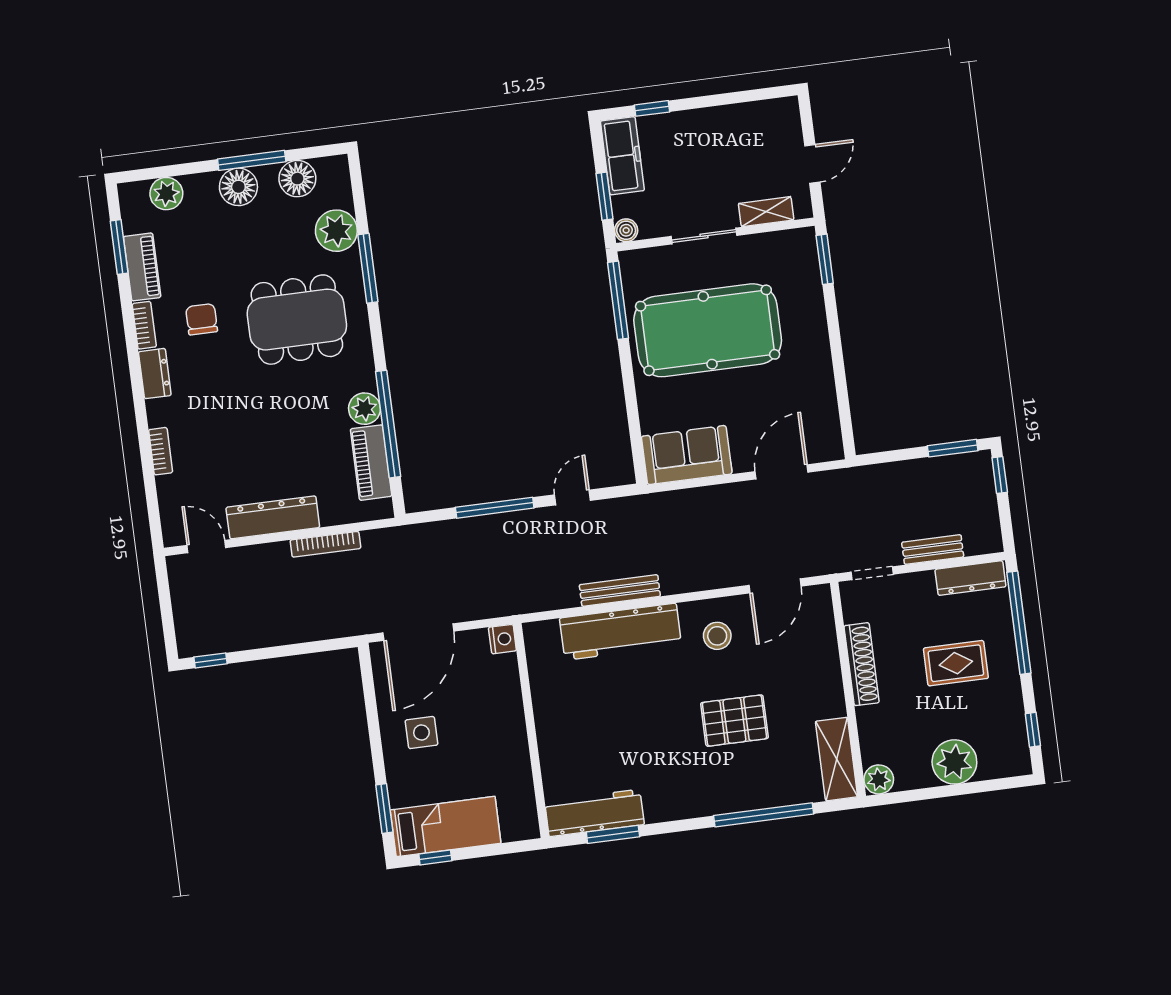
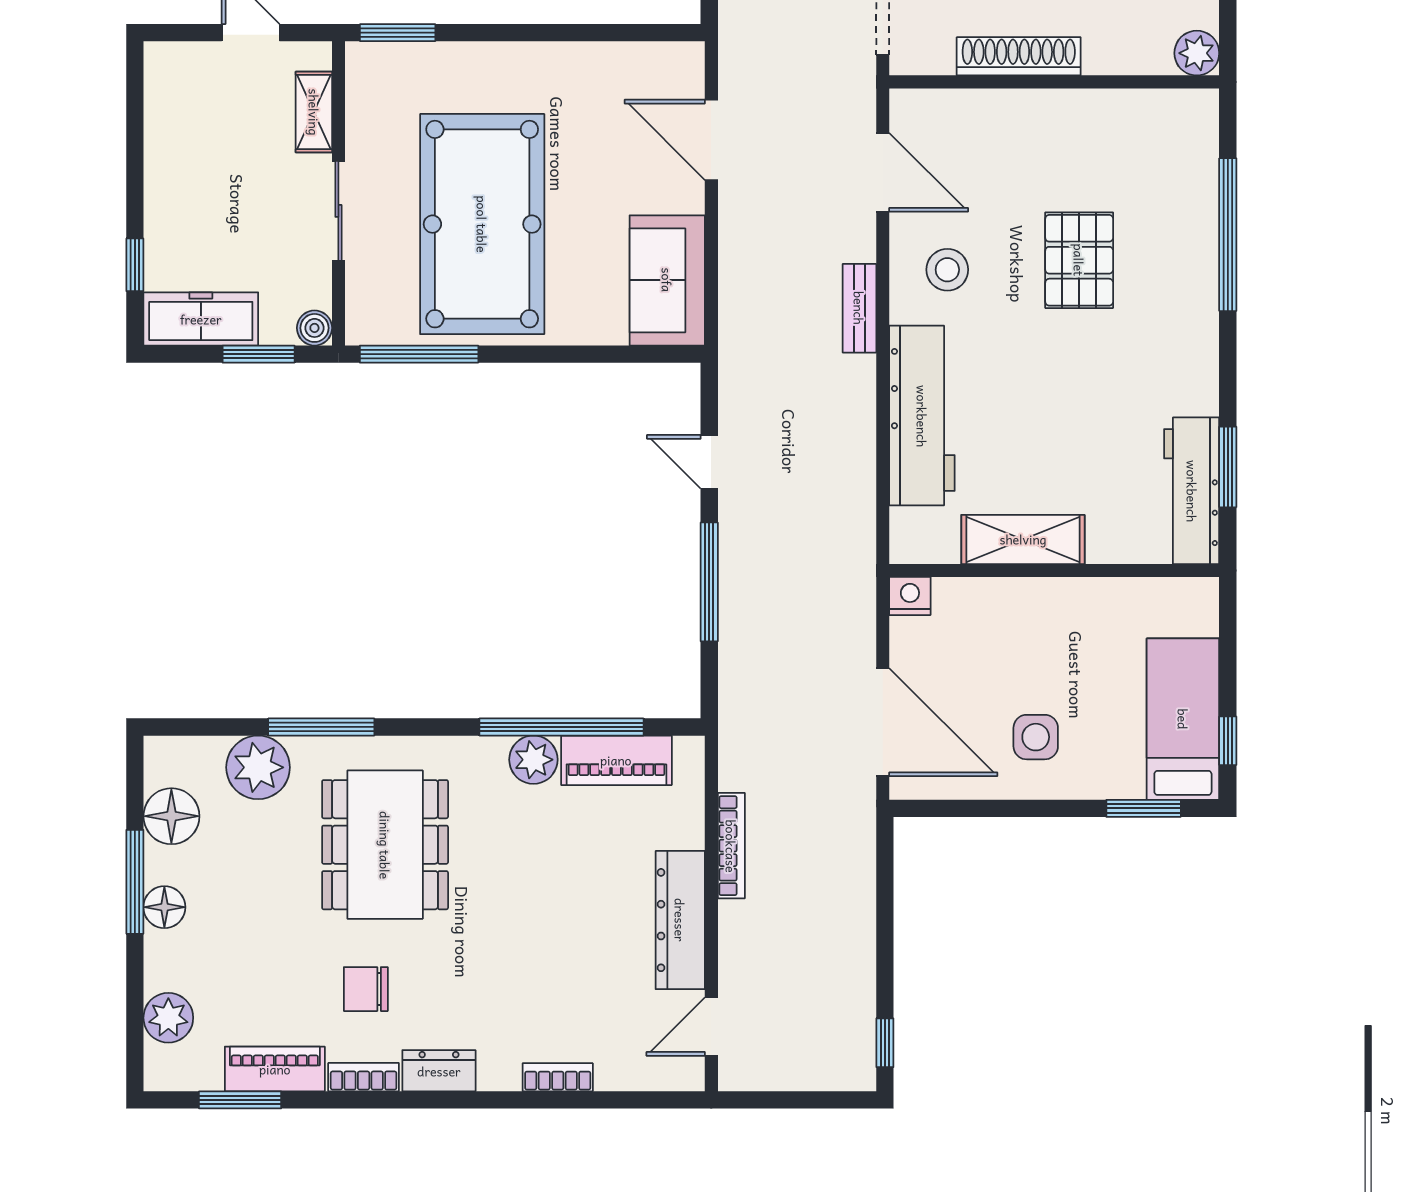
floor lamp: (238, 187) -> (164, 907), width x0.73, depth x0.73
bench: (620, 591) -> (859, 308), moved, width x0.73
shelving: (837, 759) -> (1023, 539), moved

